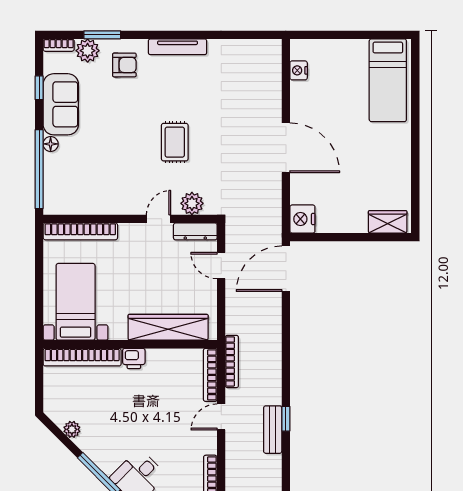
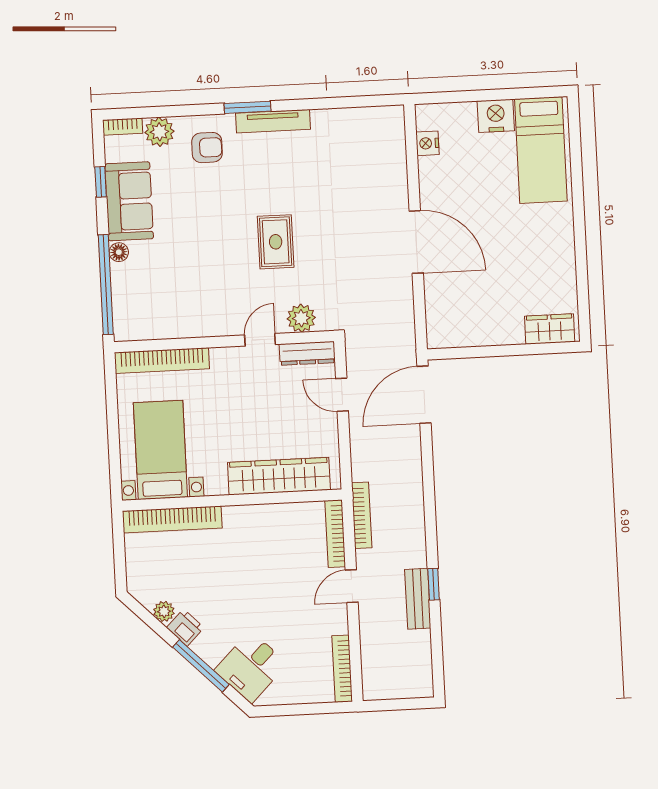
window: (102, 35) -> (247, 107), moved
nightstand: (302, 219) -> (496, 116), moved, turned 90
printer: (134, 358) -> (185, 628), moved, turned -135

